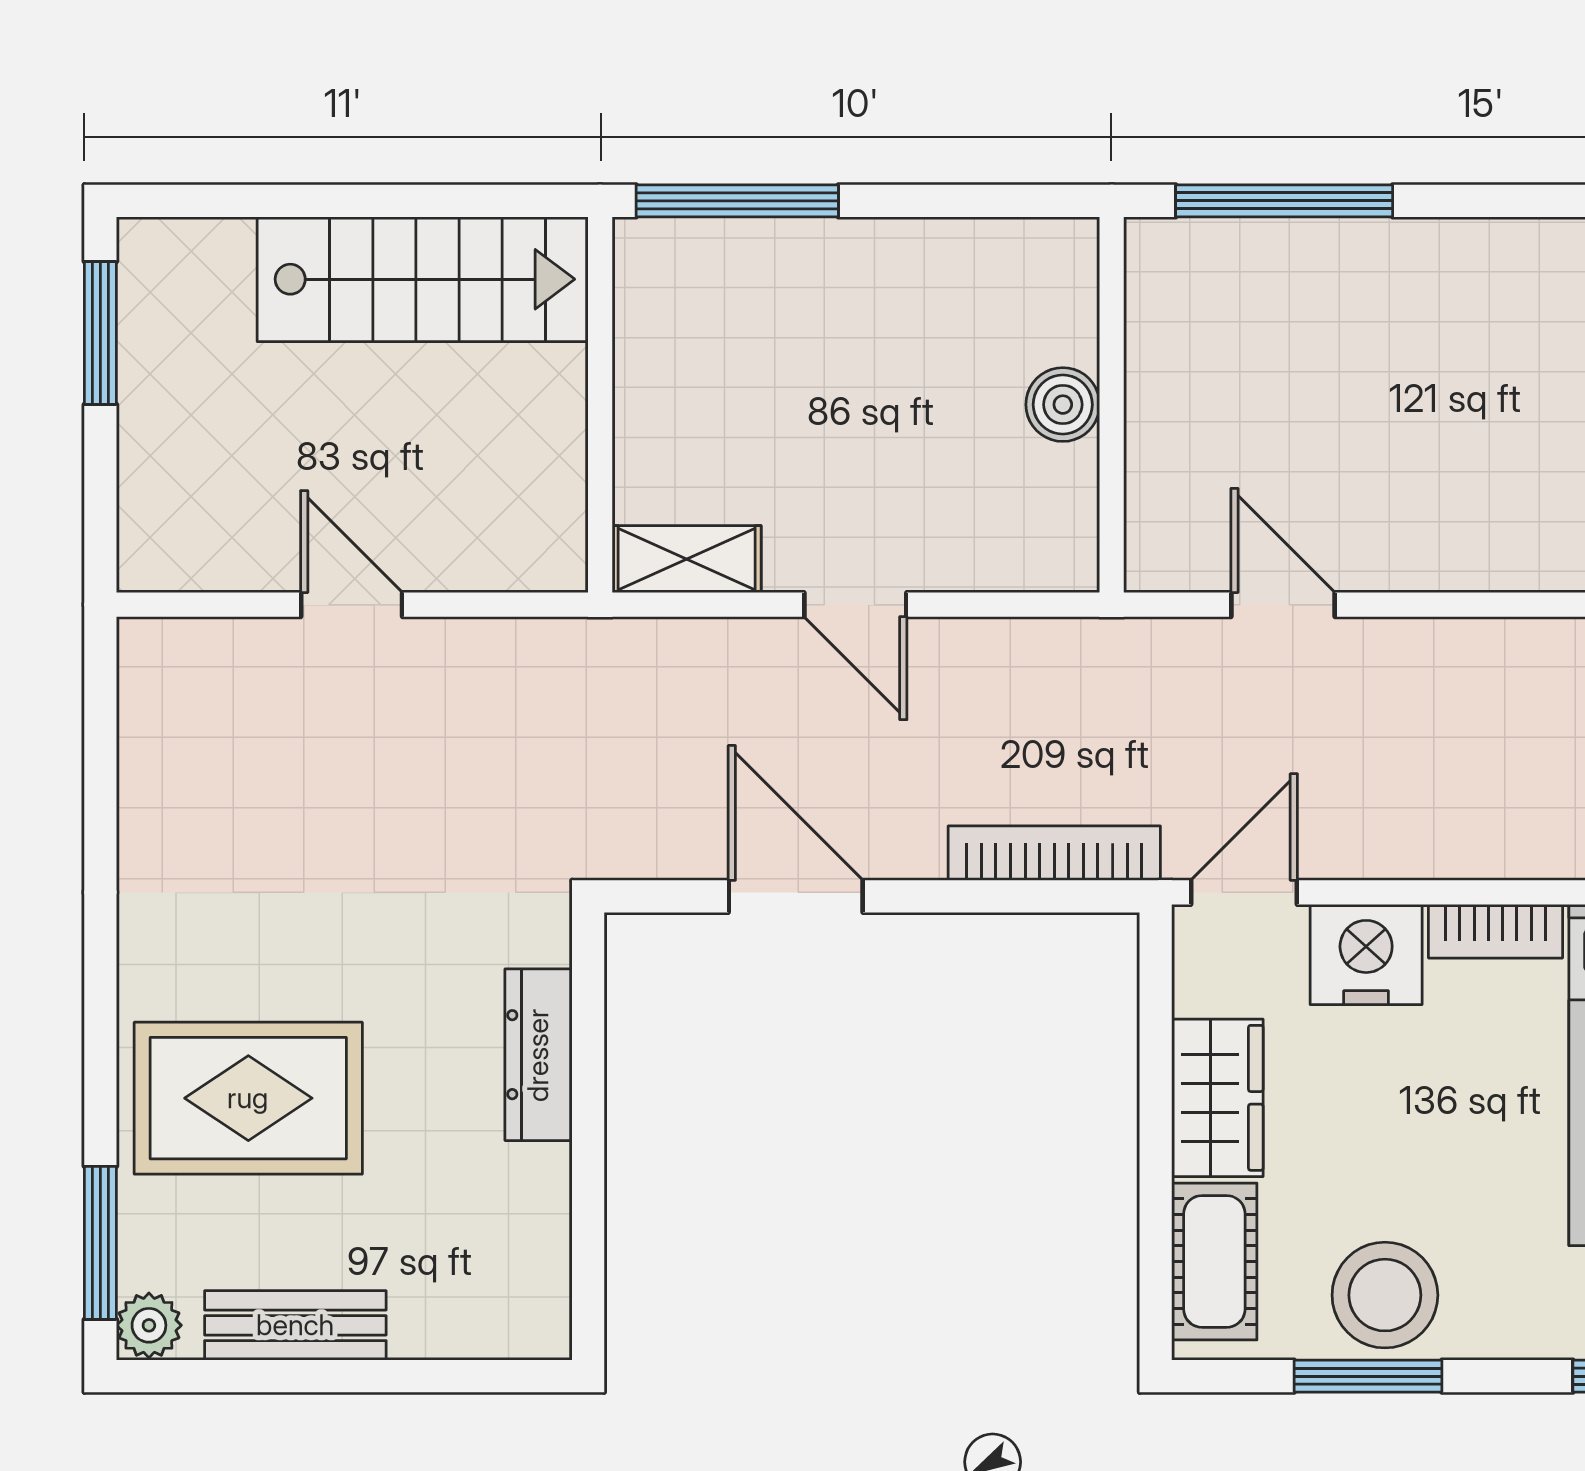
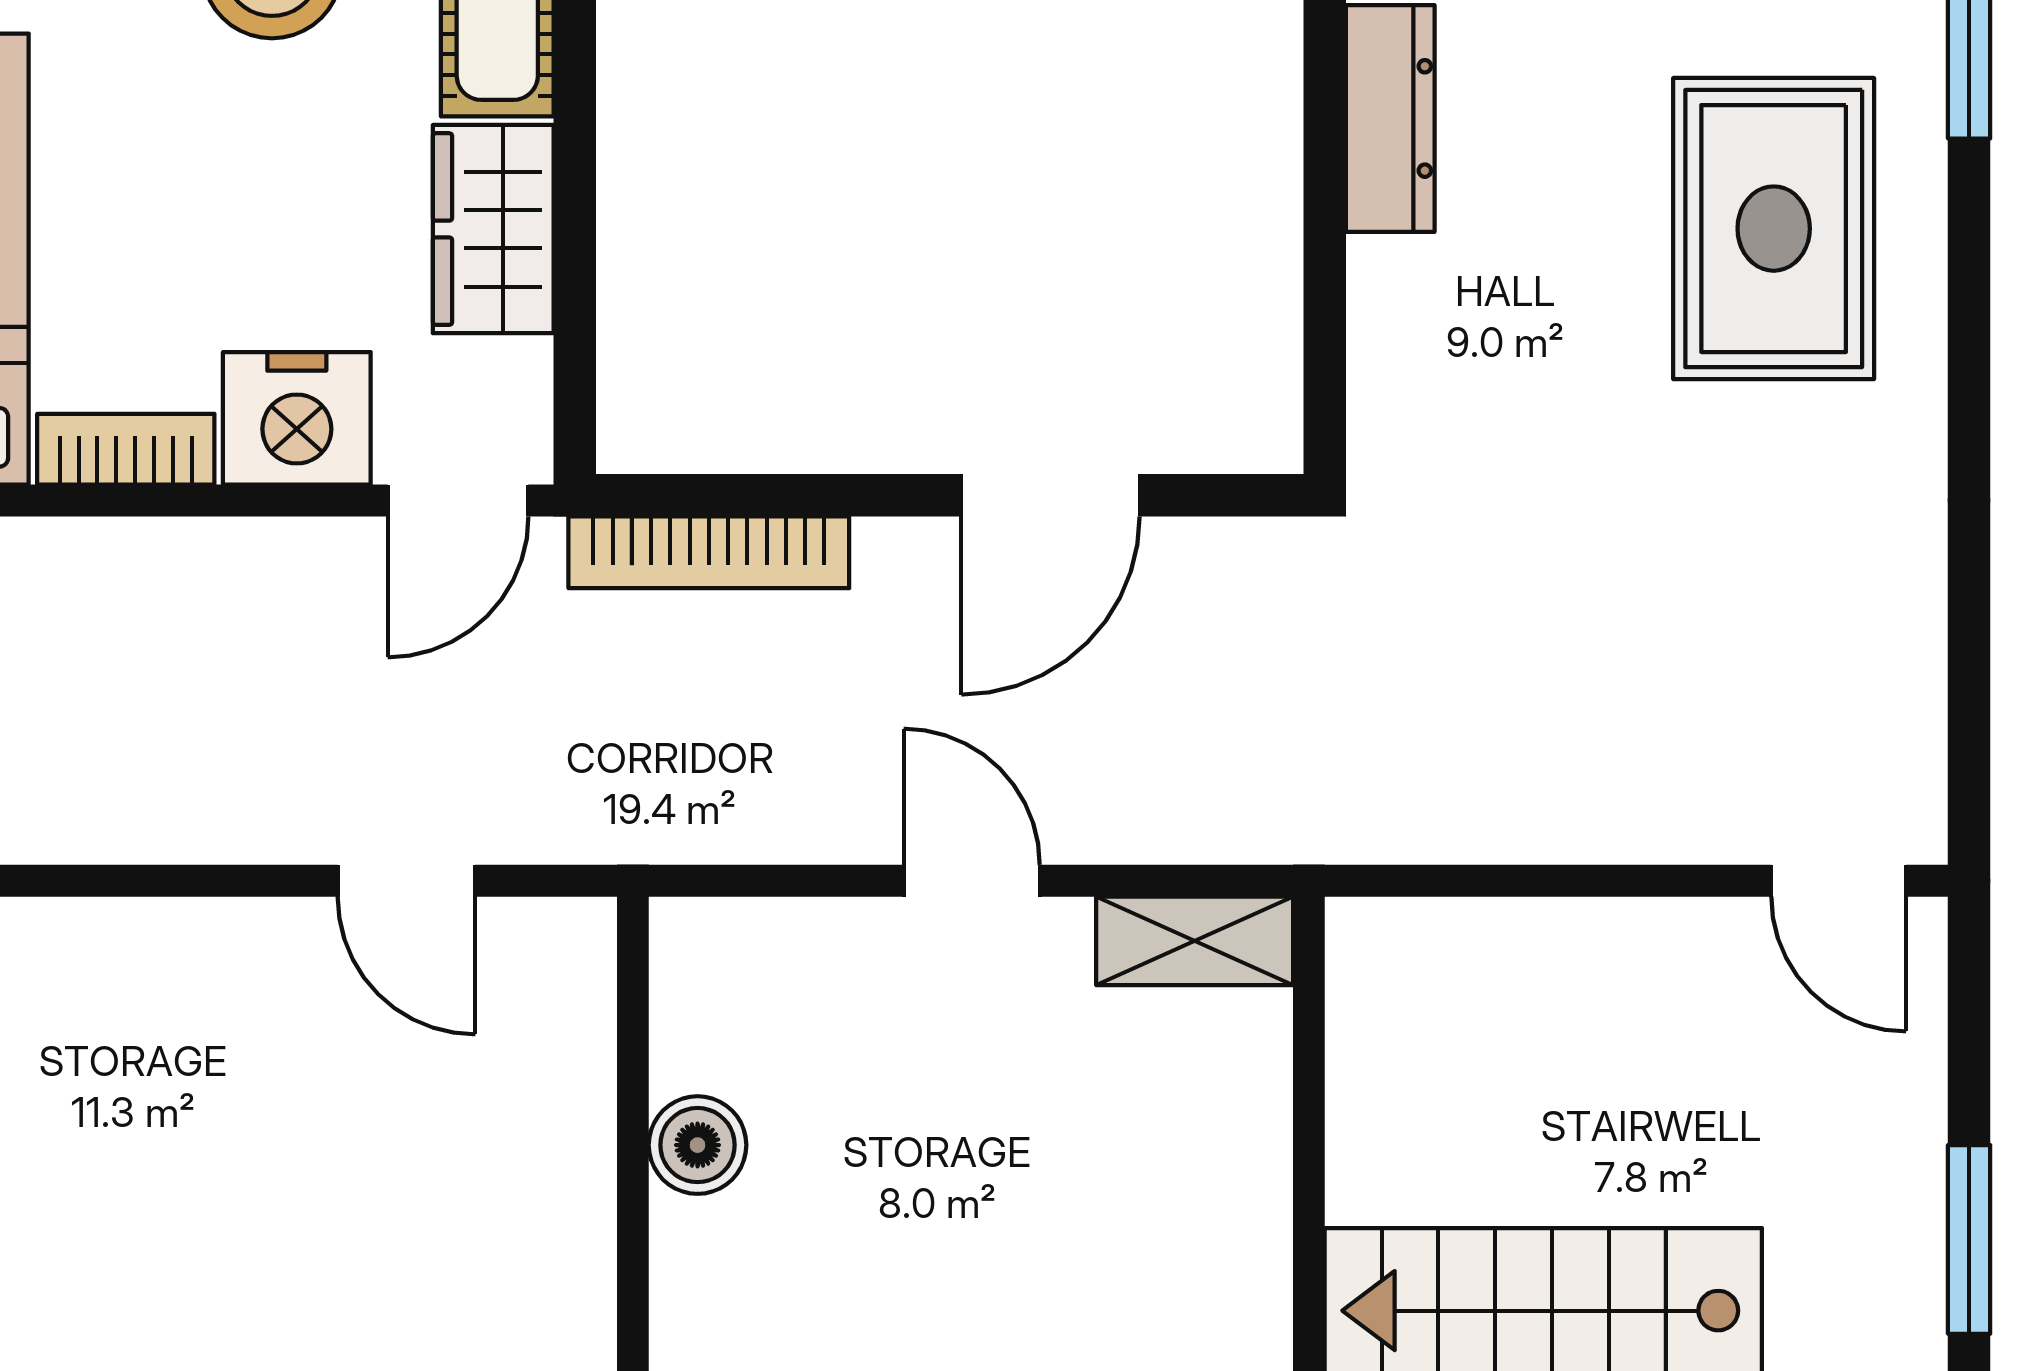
door: (352, 605) -> (1839, 881), moved
door: (796, 896) -> (1050, 495), hinge flipped
dresser: (538, 1055) -> (1390, 118), moved
rug: (248, 1098) -> (1774, 229), turned 90

